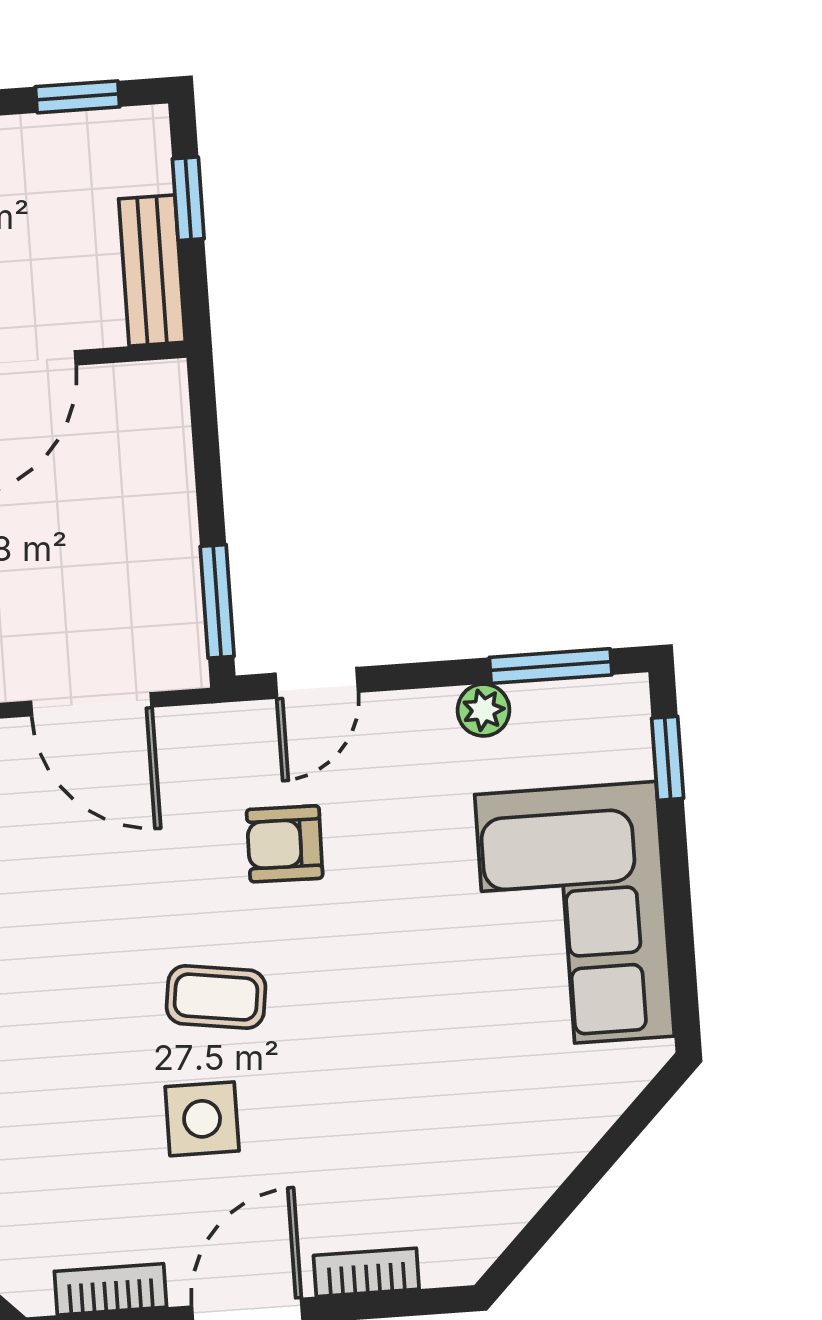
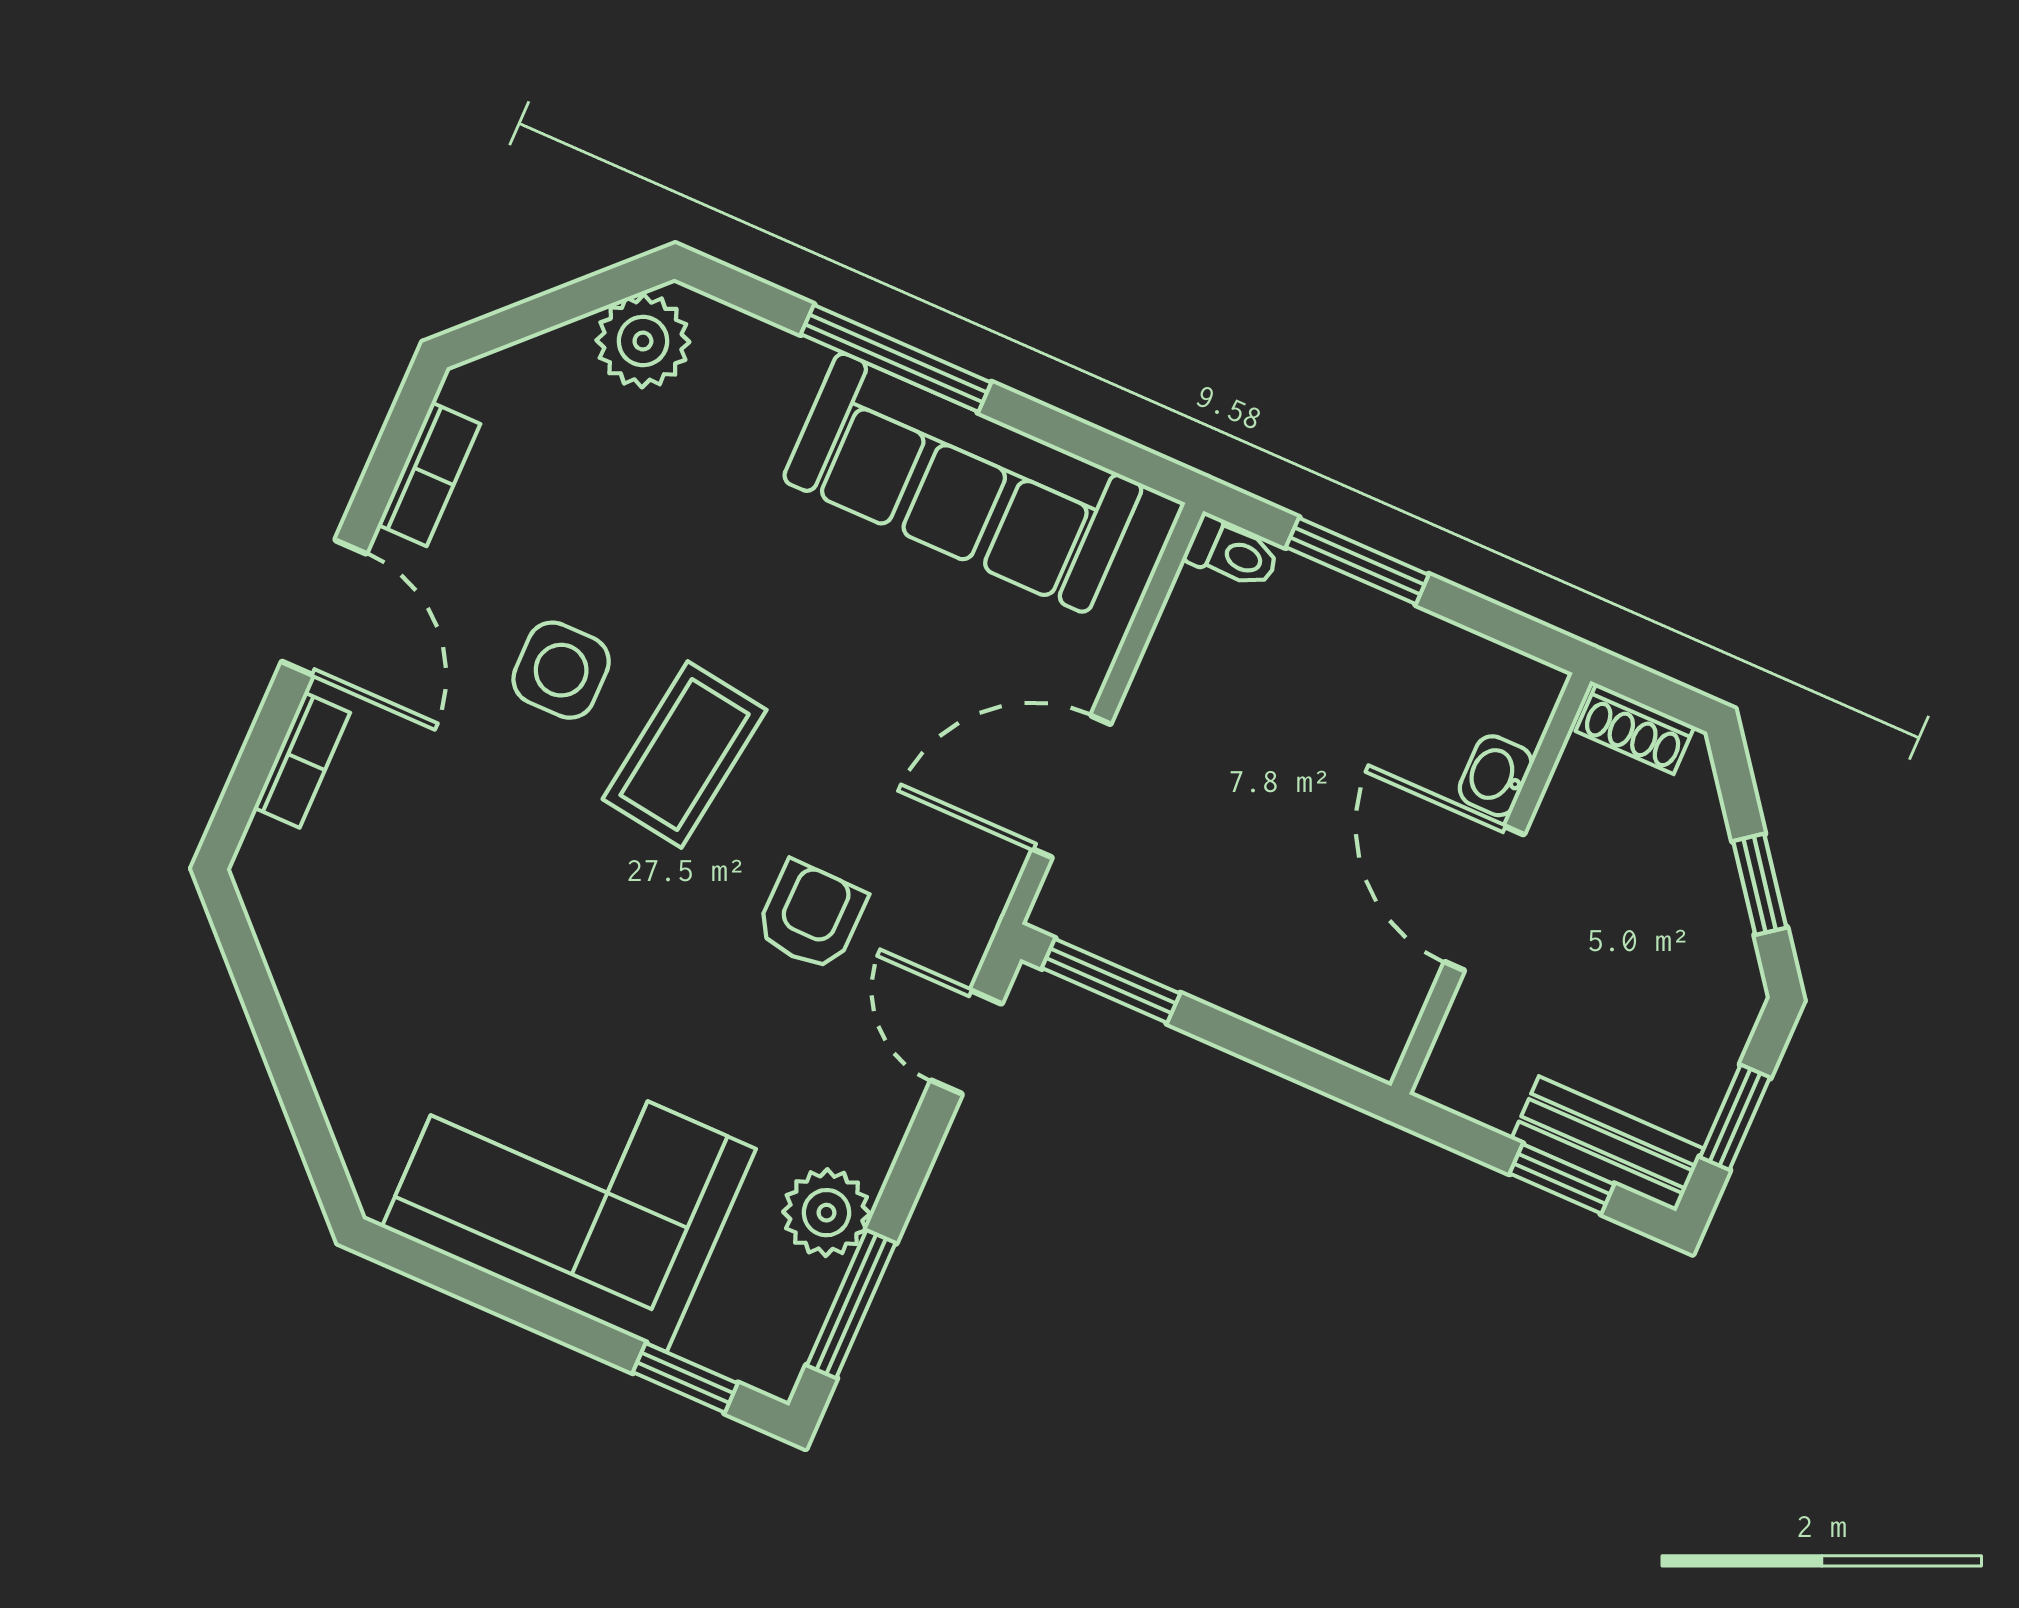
bench: (152, 270) -> (1608, 1144), moved
plant: (483, 710) -> (826, 1213), width x1.38, depth x1.38
coffee table: (216, 997) -> (685, 755), width x1.36, depth x1.30

